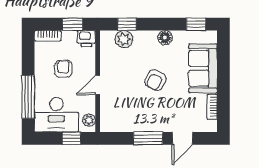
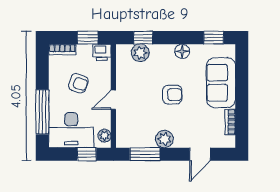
armchair: (63, 69) -> (78, 83), turned 109
armchair: (155, 80) -> (172, 95), turned -118
plant: (148, 124) -> (164, 139), added
window: (148, 138) -> (145, 154), moved

